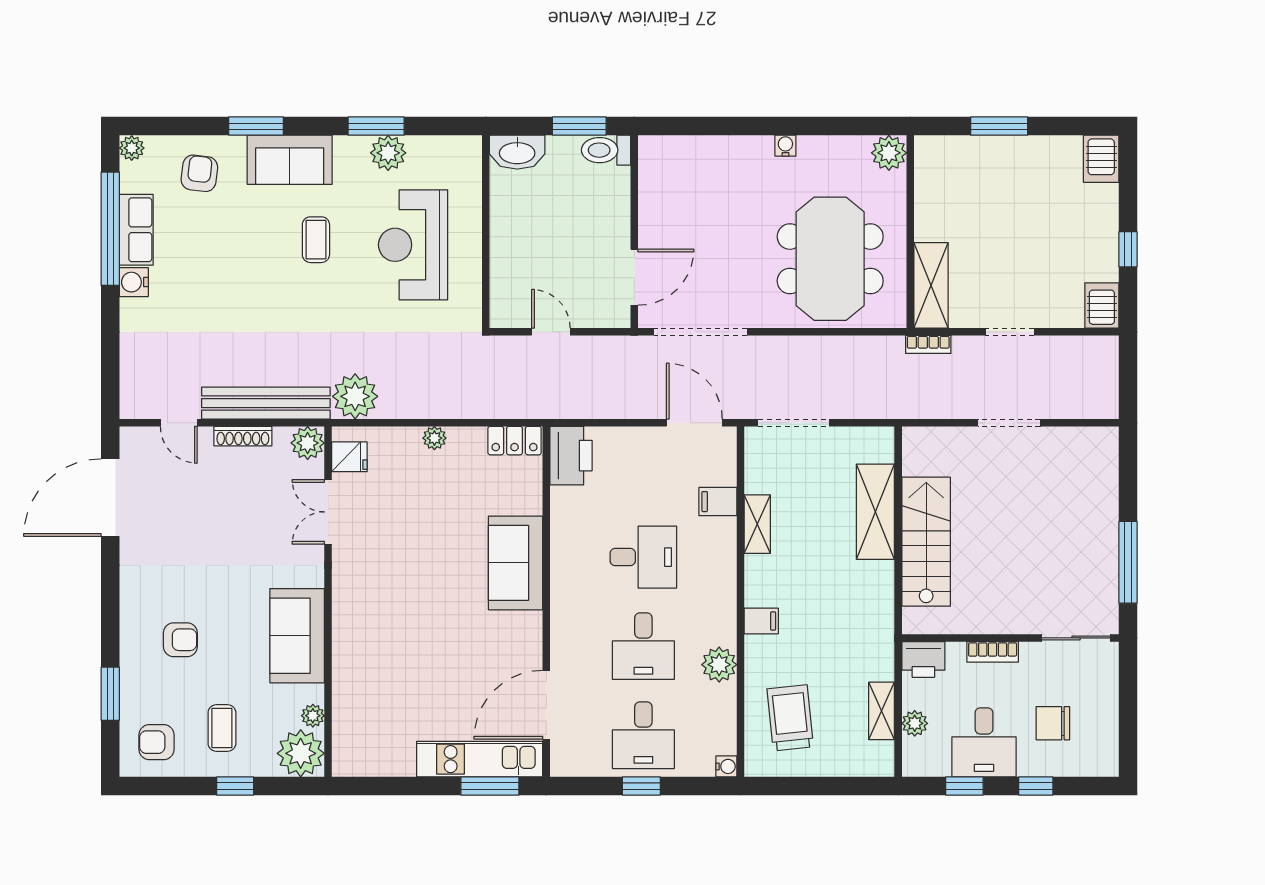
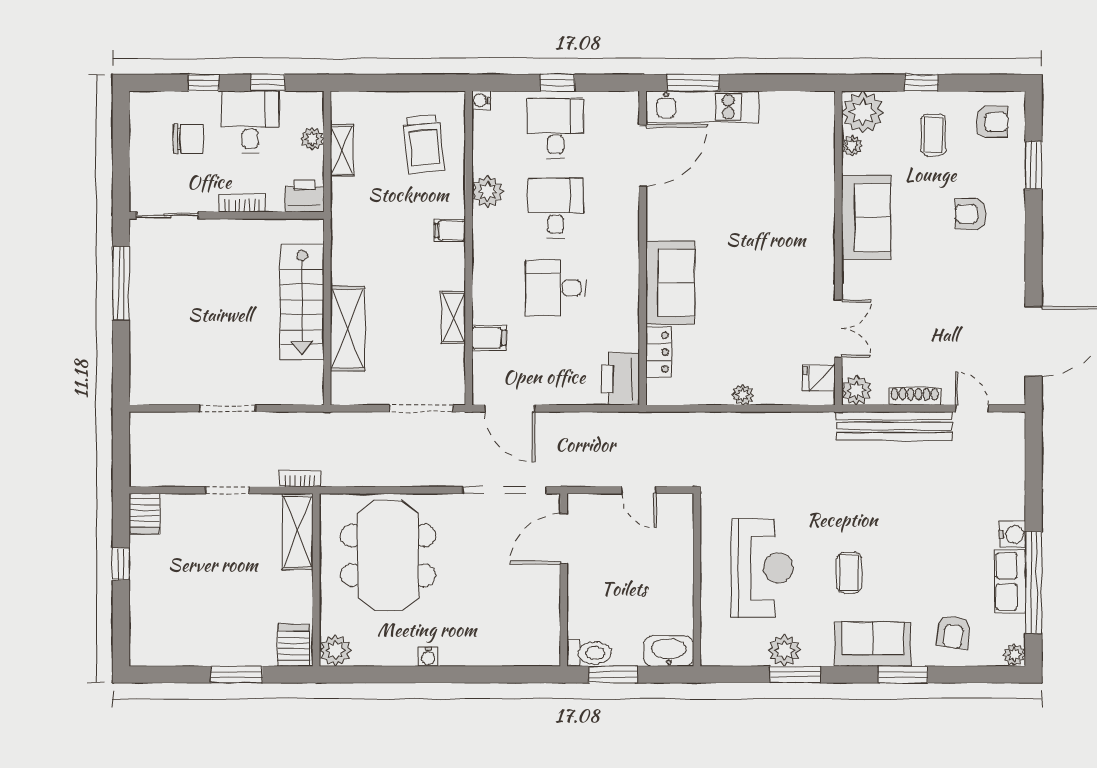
server rack: (1101, 159) -> (294, 645), moved
plant: (355, 396) -> (814, 432), removed
locker: (514, 441) -> (659, 352), moved, turned 90

